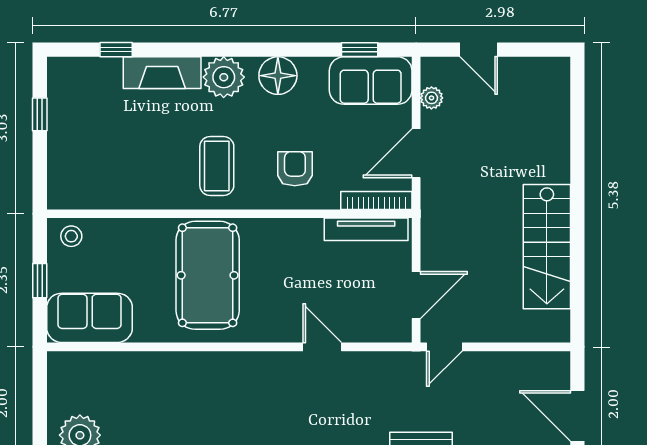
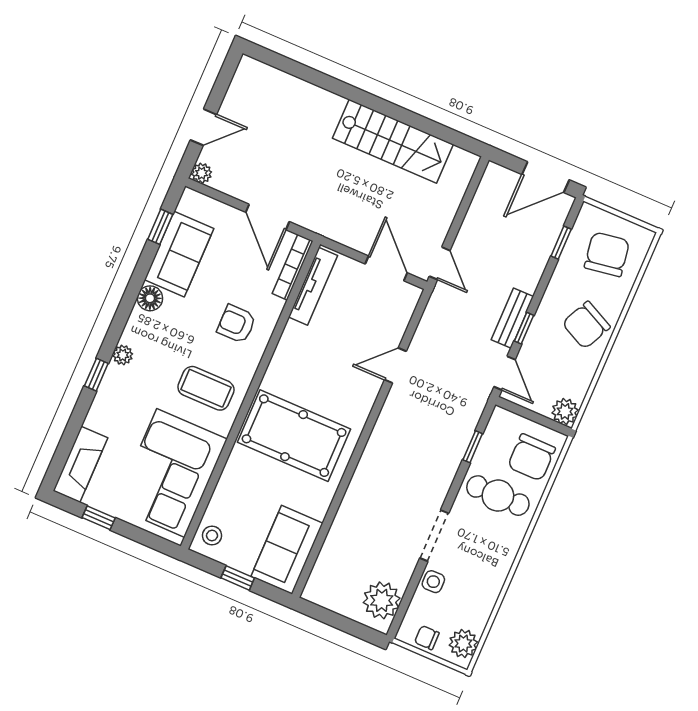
window: (116, 50) -> (96, 375), moved
fireplace: (162, 73) -> (80, 464), moved
floor lamp: (278, 76) -> (150, 298), width x0.73, depth x0.73
plant: (224, 77) -> (123, 355), width x0.53, depth x0.53
sofa: (371, 81) -> (179, 254), moved
plant: (431, 98) -> (202, 173), moved
corner sofa: (116, 167) -> (171, 473), added

